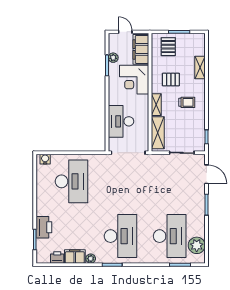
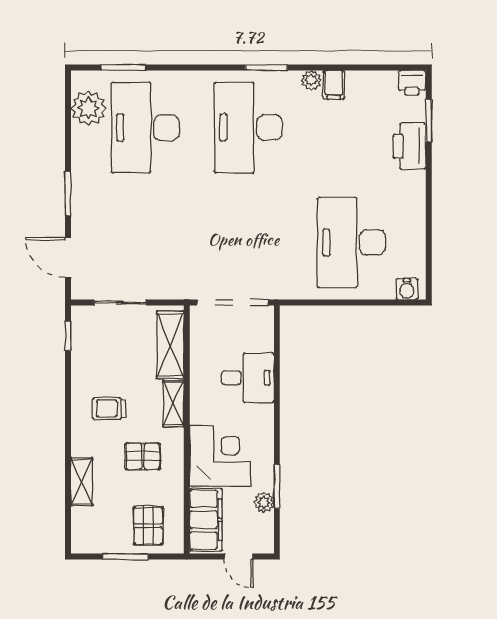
desk: (121, 121) -> (248, 378), width x0.73
filing cabinet: (75, 256) -> (334, 85), width x0.50
printer: (57, 257) -> (412, 83), moved

